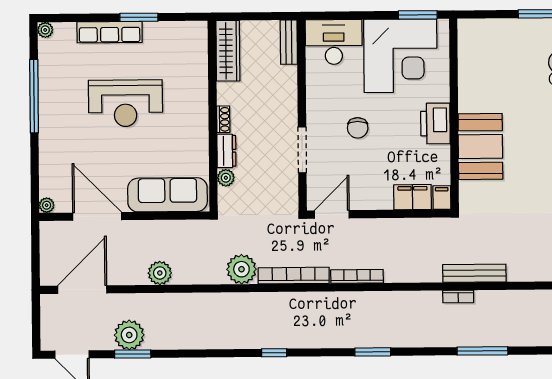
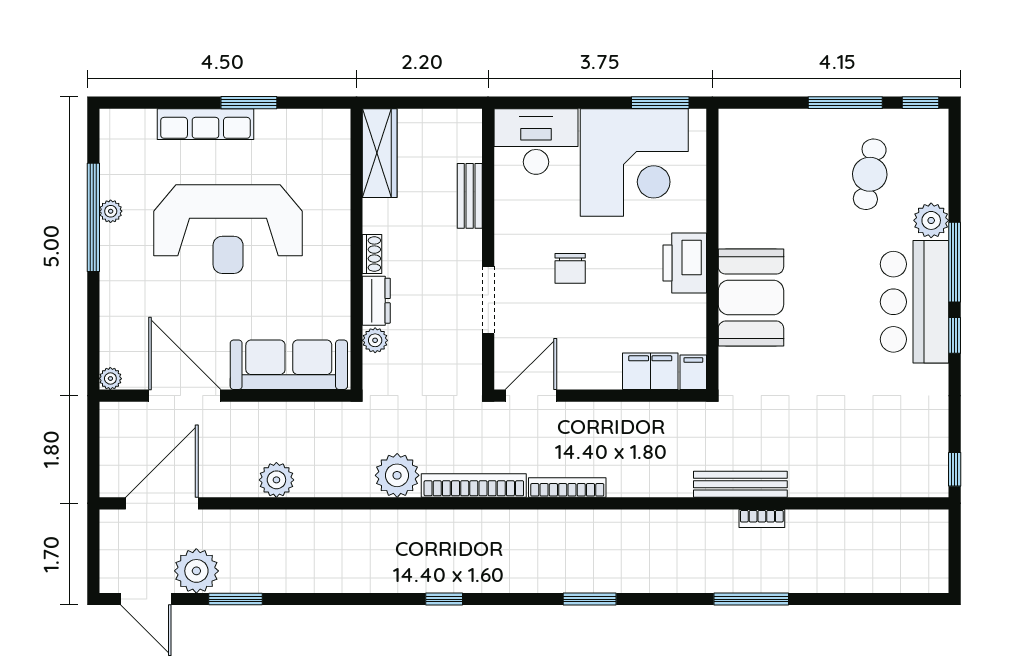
plant: (45, 30) -> (111, 211), moved
bench: (289, 42) -> (470, 196), moved
reception desk: (125, 103) -> (228, 229), width x1.36, depth x1.30
bookcase: (458, 296) -> (762, 518), moved
plant: (129, 335) -> (196, 571), moved

